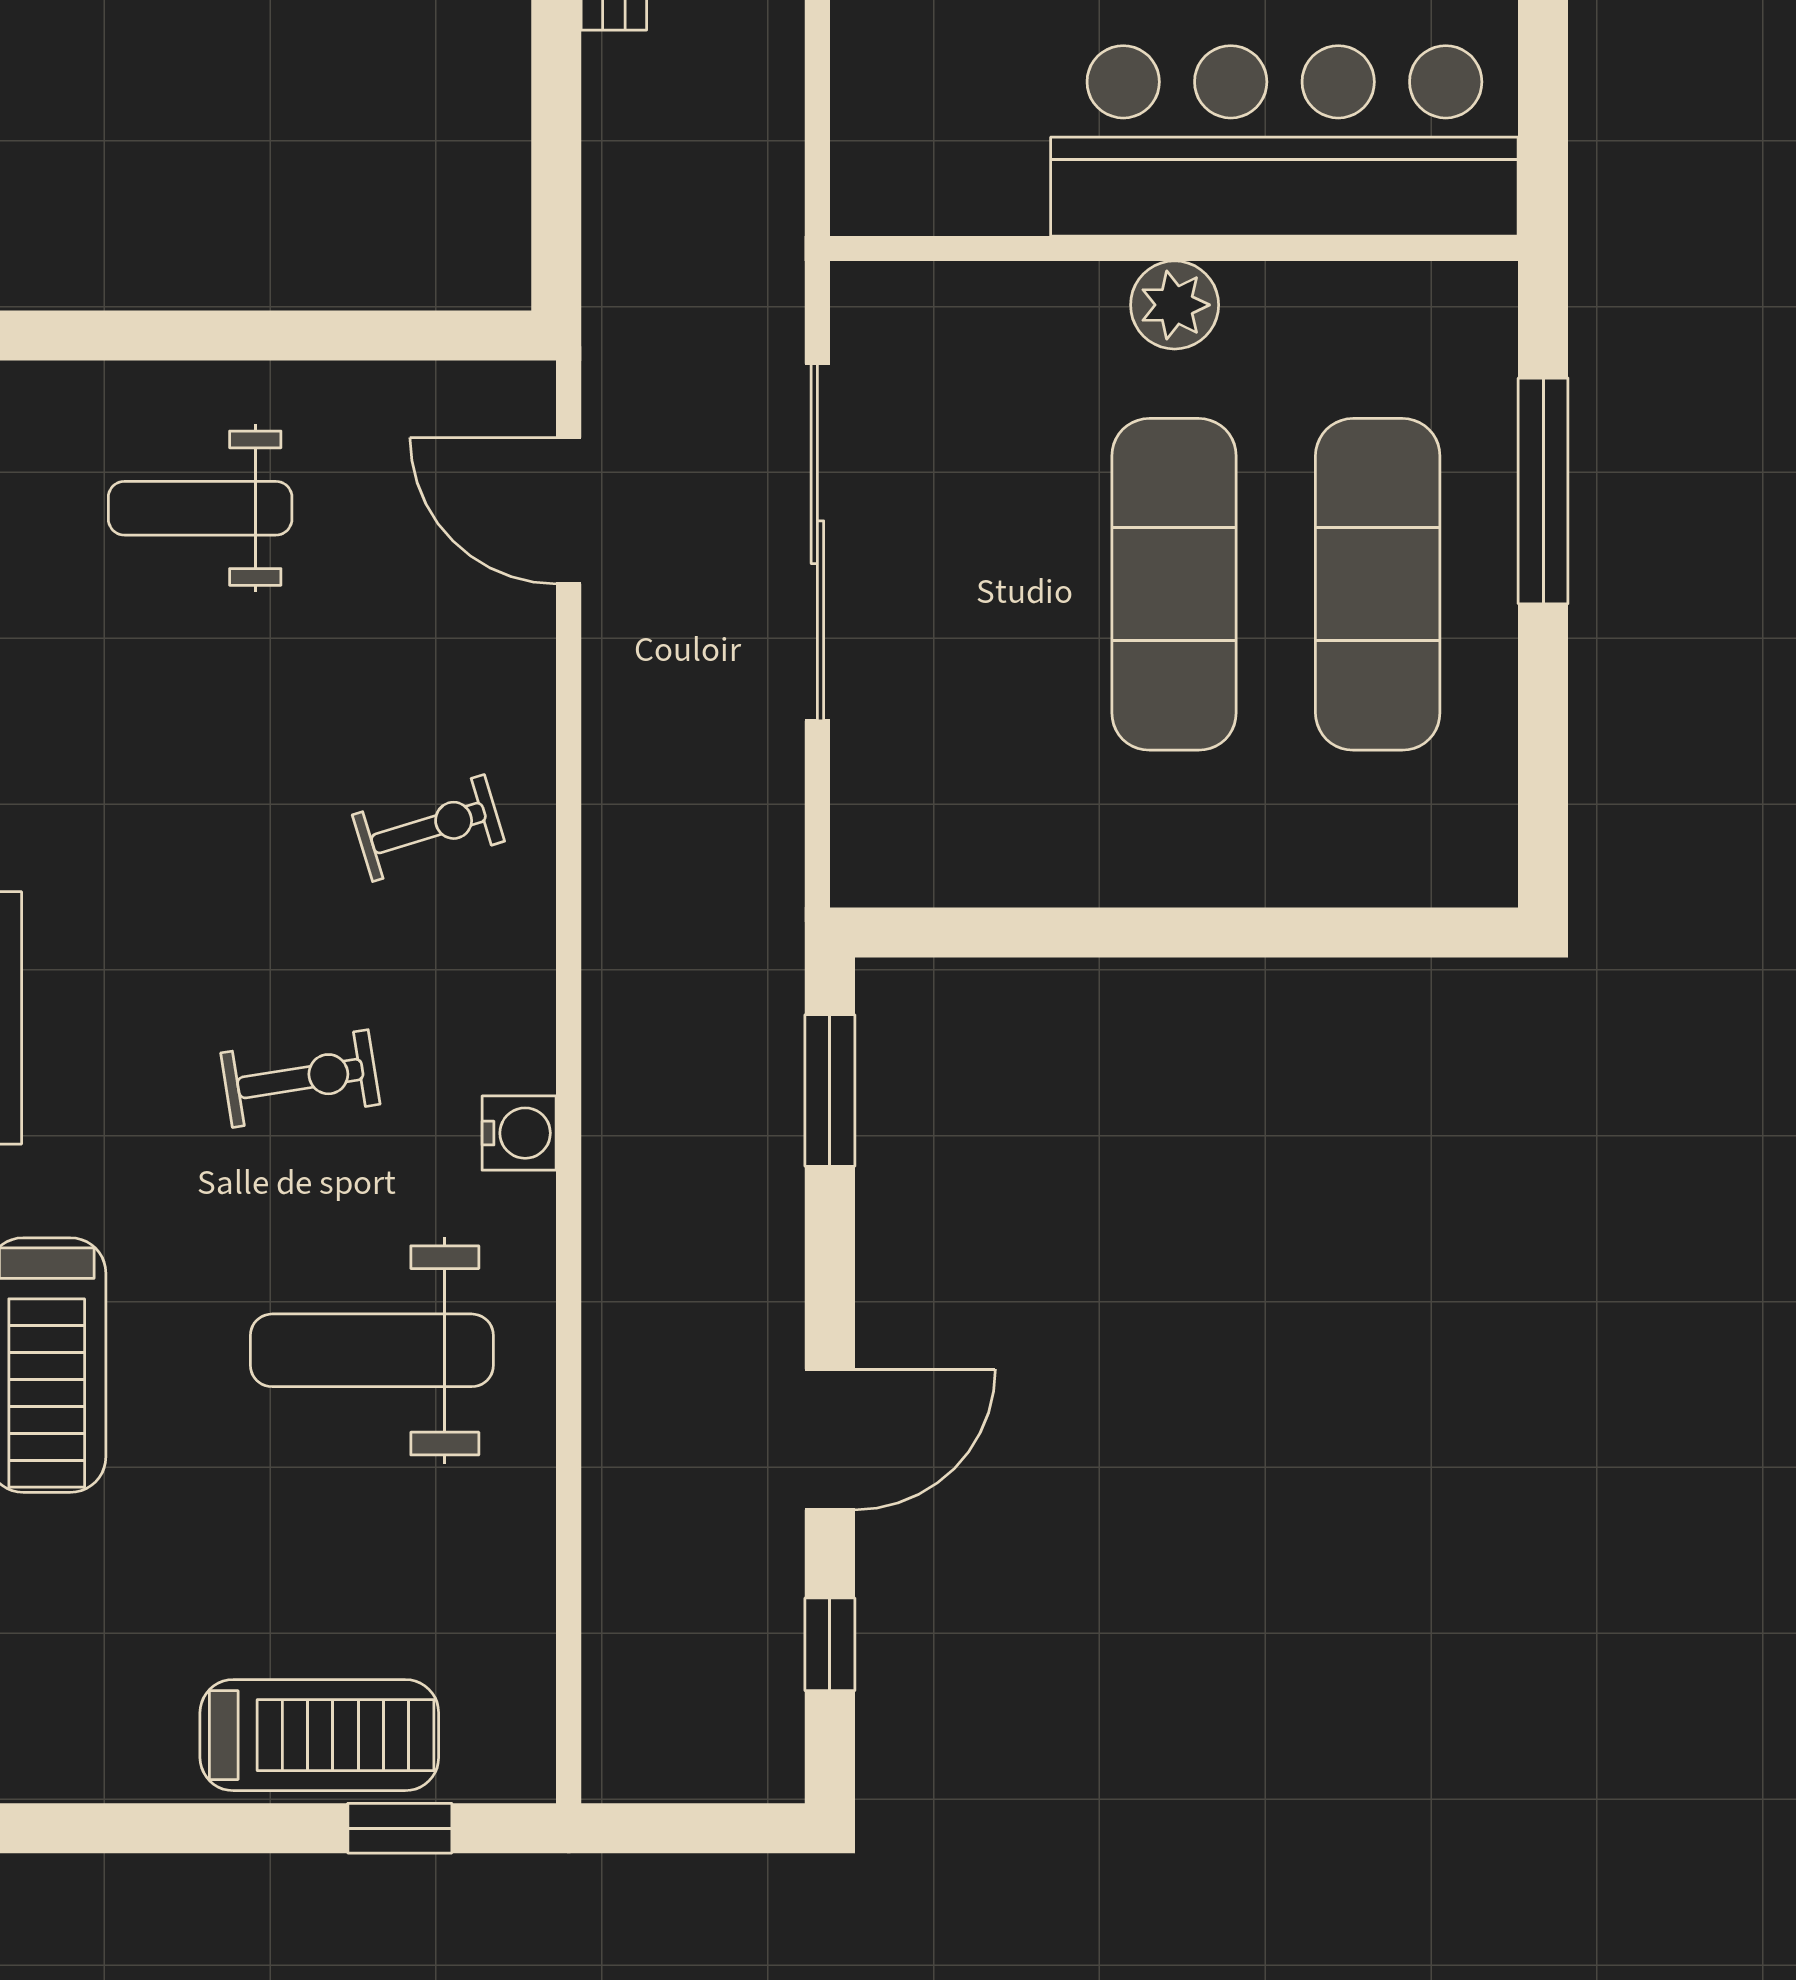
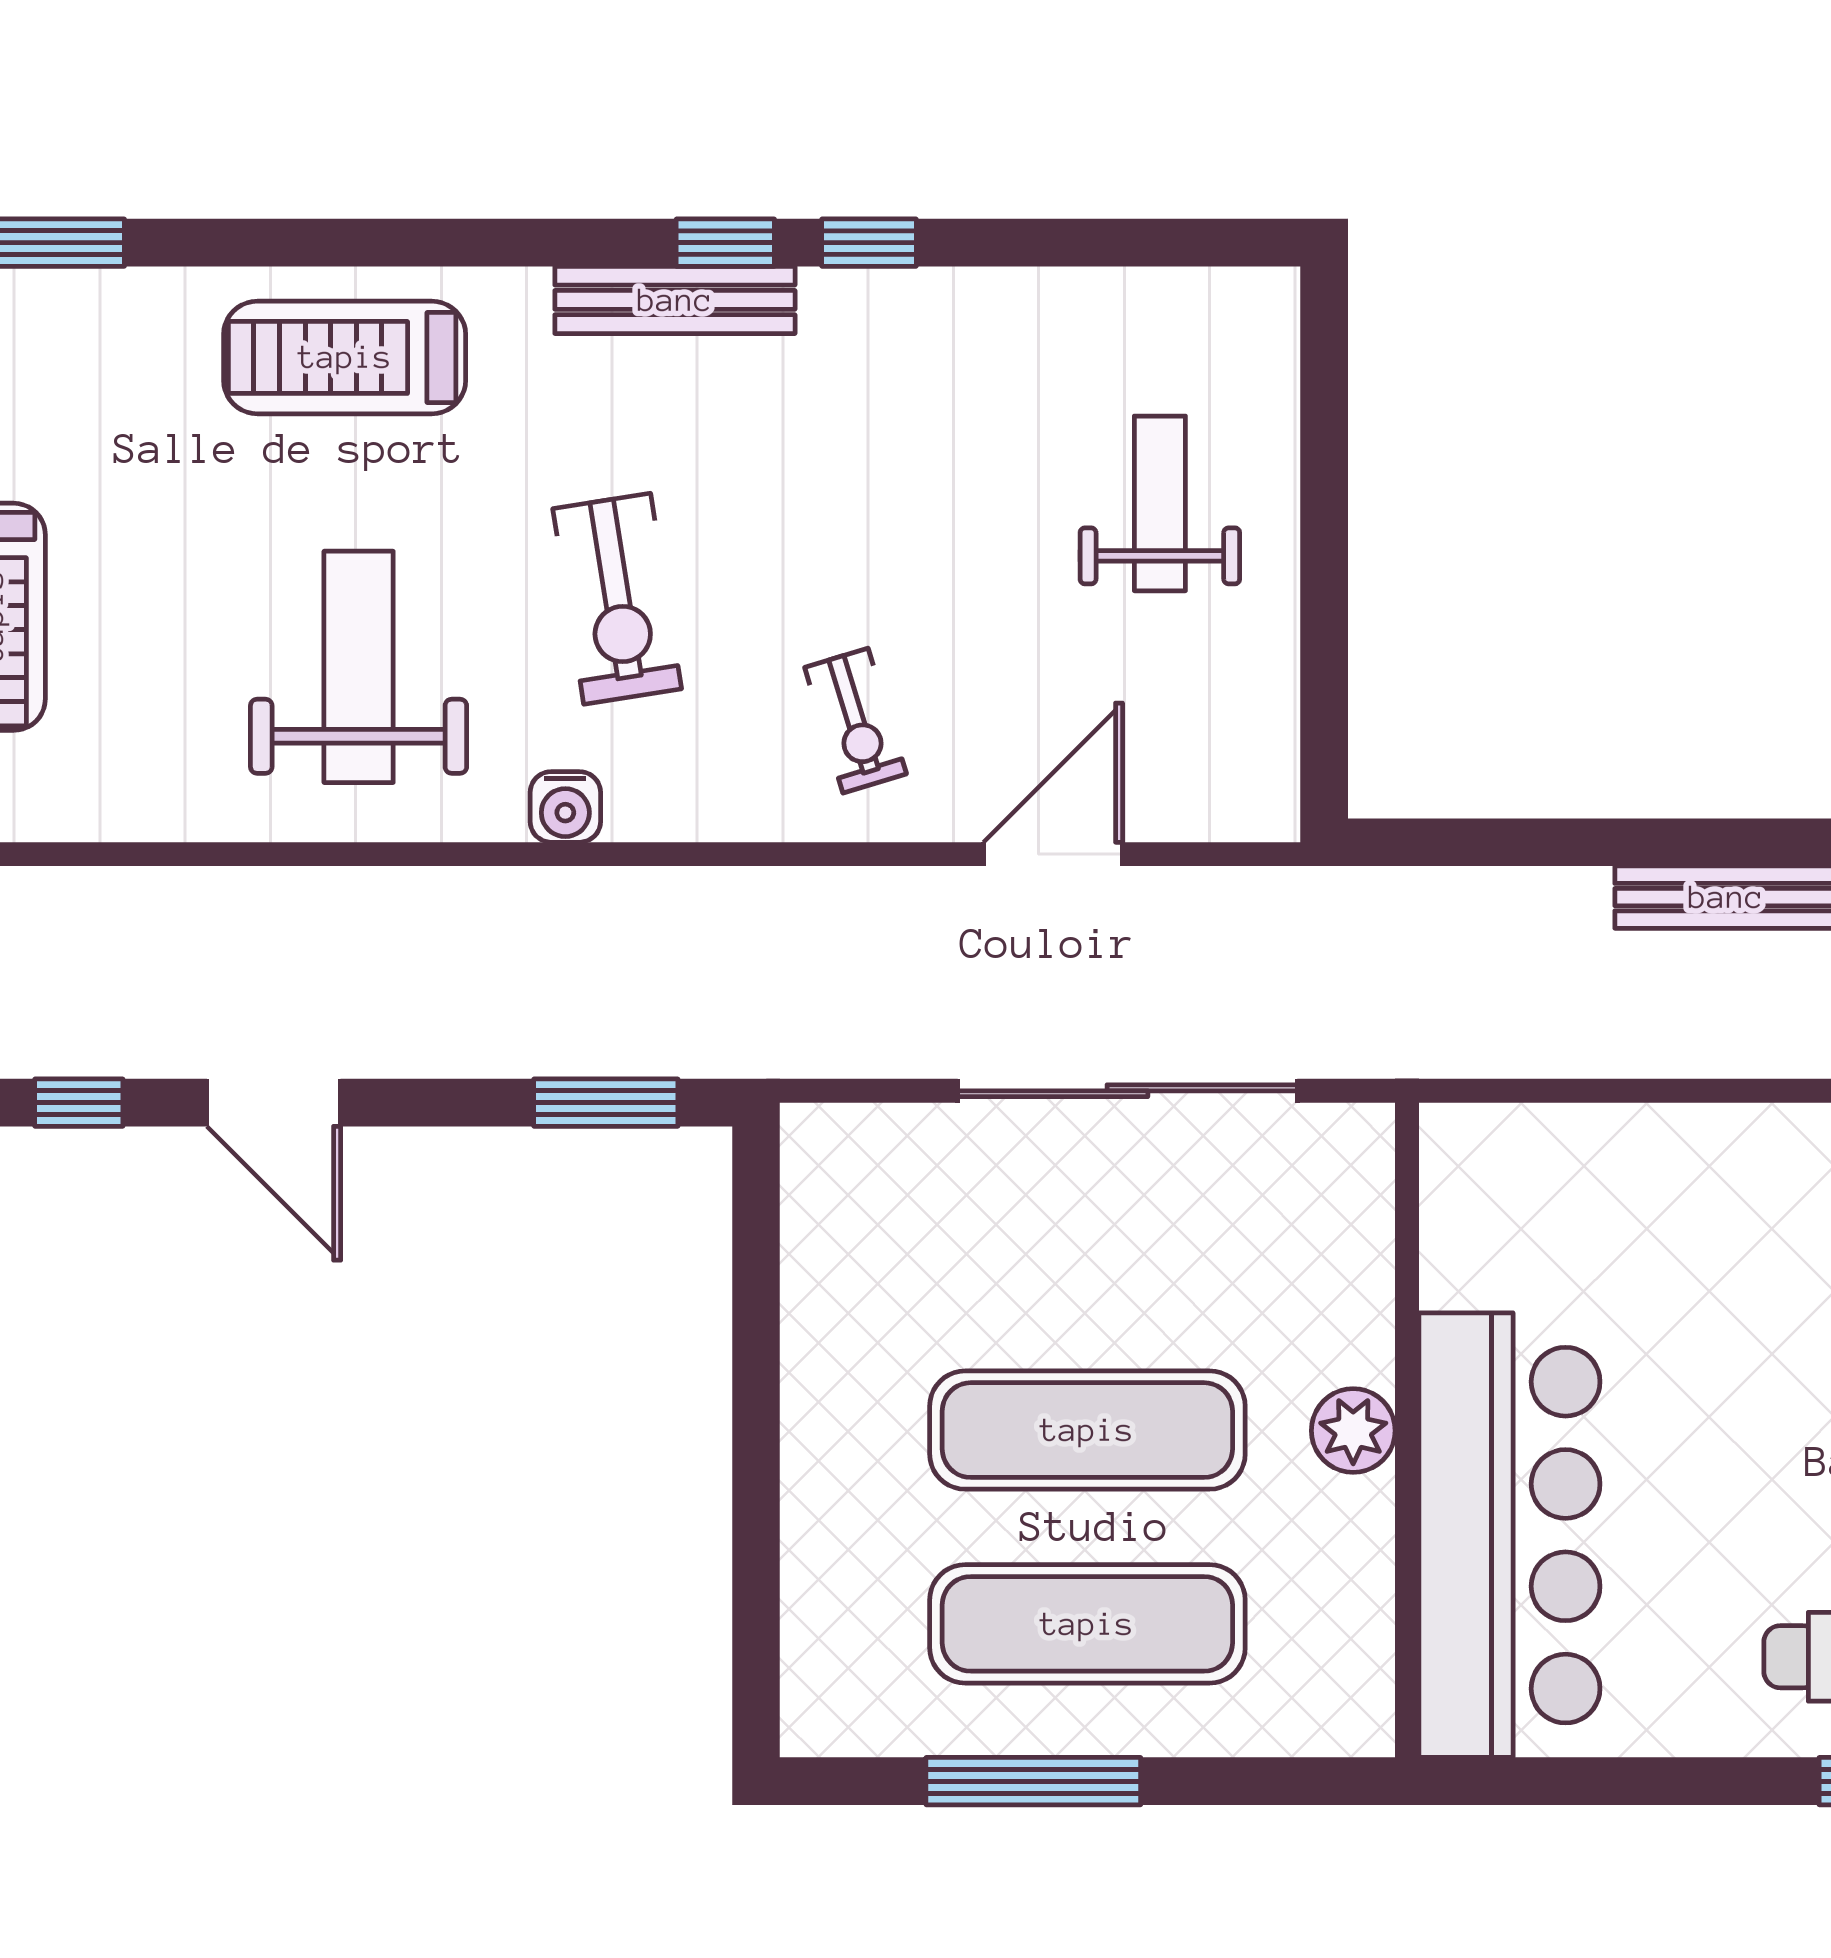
window: (1543, 491) -> (1033, 1781), moved
door: (569, 511) -> (1053, 854), moved
exercise bike: (300, 1079) -> (617, 599), width x1.38, depth x1.39

